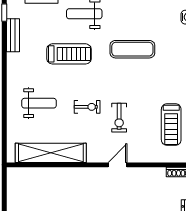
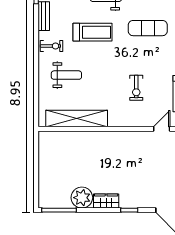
exercise bike: (87, 107) -> (52, 46), moved
door: (117, 165) -> (162, 129), moved

